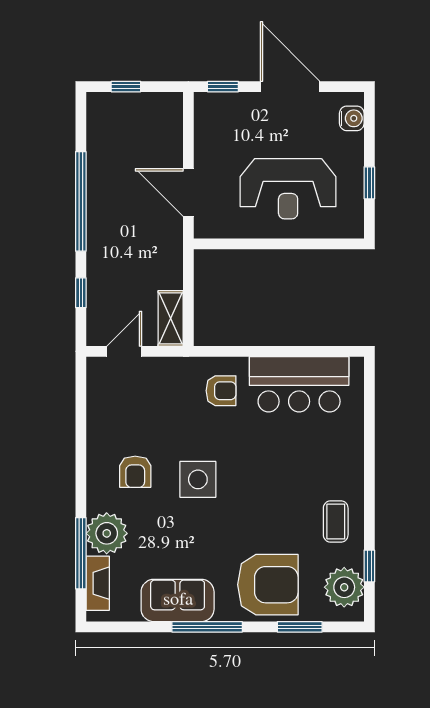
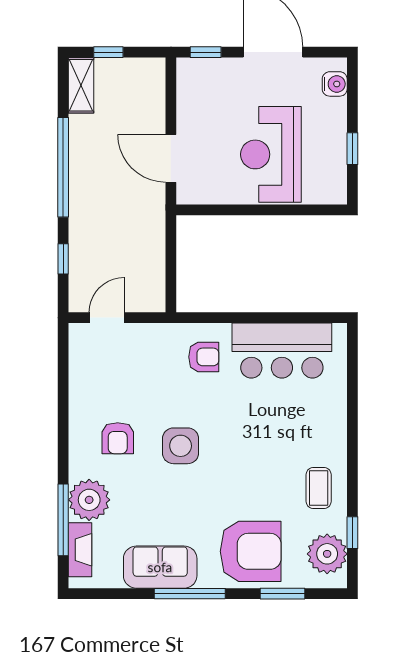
reception desk: (288, 189) -> (271, 154), turned 90
shelving: (171, 318) -> (81, 85), moved

